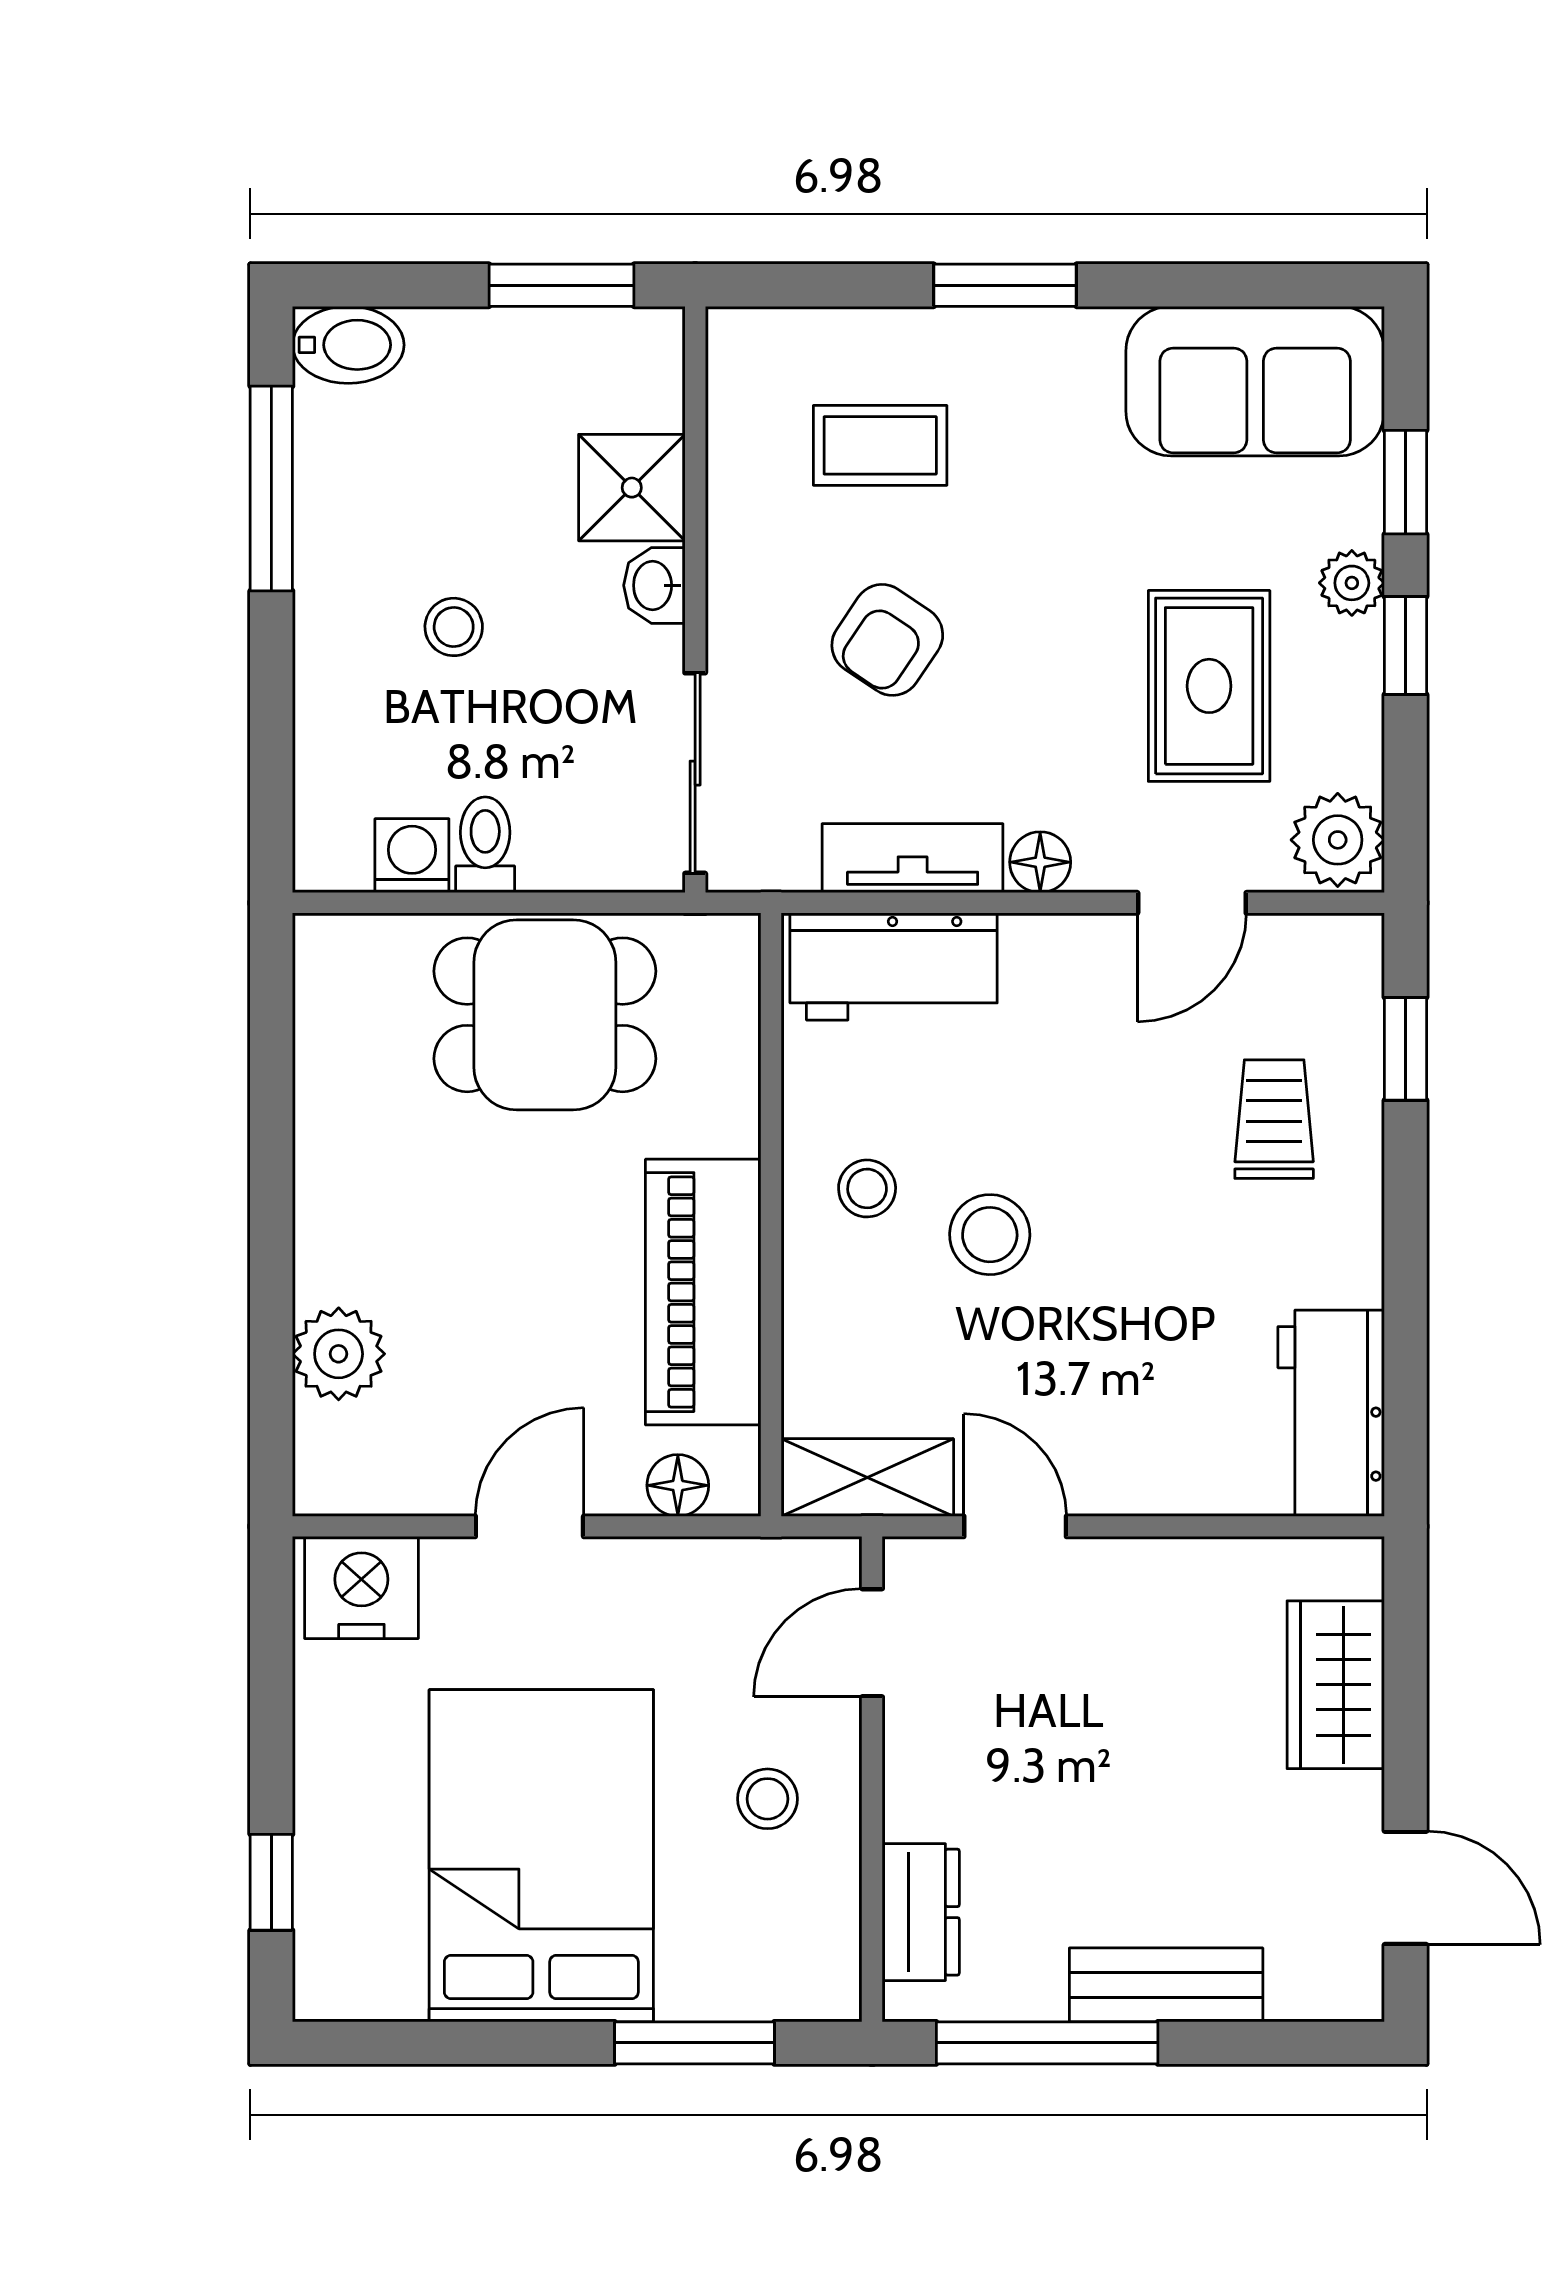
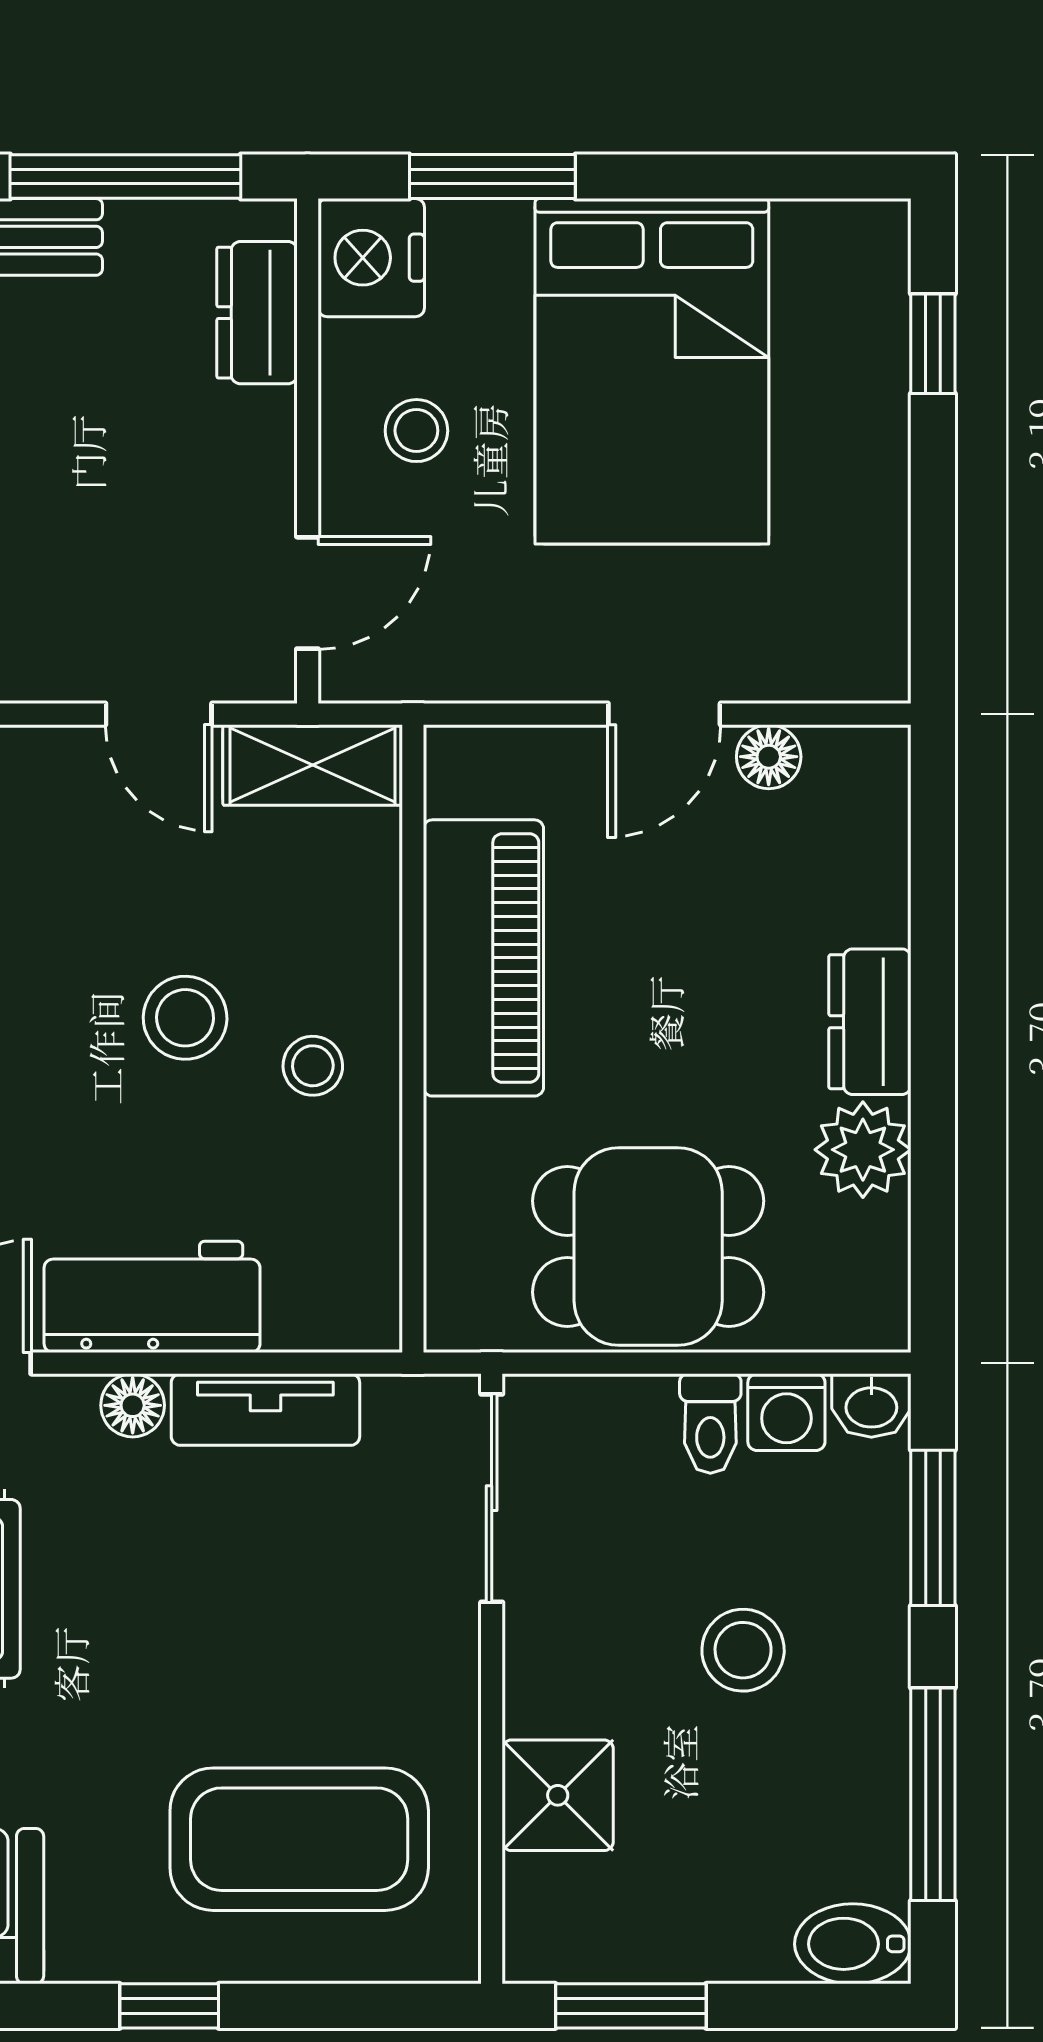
window: (1005, 285) -> (169, 2006), width x0.67
coffee table: (880, 445) -> (299, 1839), width x1.86, depth x1.72
washbasin: (654, 585) -> (871, 1406), moved, turned 90
stool: (454, 627) -> (743, 1650), width x1.37, depth x1.37
armchair: (887, 640) -> (292, 1637), removed
window: (271, 744) -> (933, 1528), added
workbench: (894, 966) -> (152, 1297), moved
dresser: (332, 1231) -> (870, 1022), added
plant: (339, 1354) -> (863, 1150), moved
floor lamp: (678, 1485) -> (769, 757), moved
nightstand: (361, 1588) -> (371, 258), moved, turned 90

